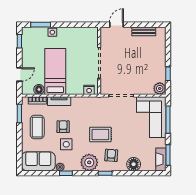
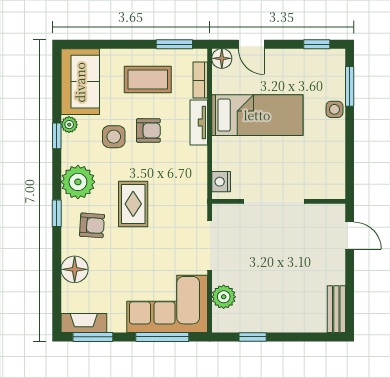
bench: (144, 31) -> (336, 309), moved
plant: (160, 88) -> (224, 297), moved
floor lamp: (39, 89) -> (222, 58), moved

